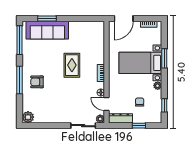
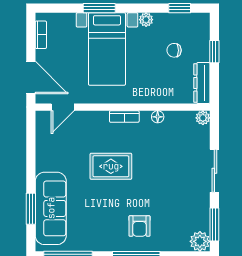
door: (106, 104) -> (63, 107), moved
window: (38, 126) -> (214, 225), added
sliding door: (83, 126) -> (214, 171), moved

